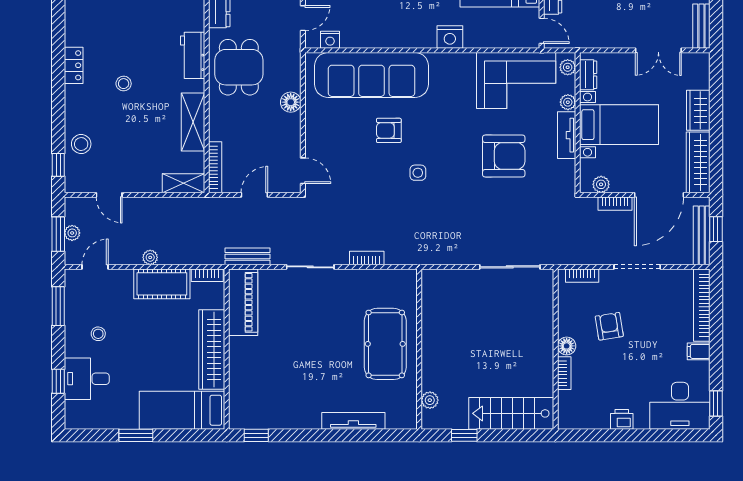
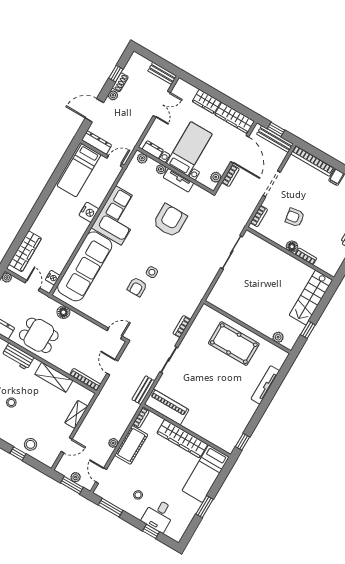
corner sofa: (516, 81) -> (118, 215), moved
floor lamp: (291, 102) -> (63, 312), moved
armchair: (389, 130) -> (137, 287), moved
window: (58, 165) -> (18, 454), moved
shelving: (183, 183) -> (76, 414), moved

